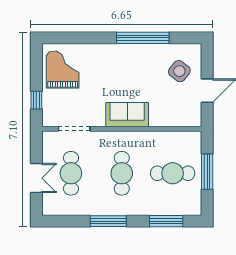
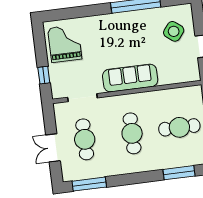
sofa: (127, 115) -> (130, 78), width x1.36
double door: (36, 178) -> (53, 148), swing flipped
window: (108, 221) -> (89, 184), moved

